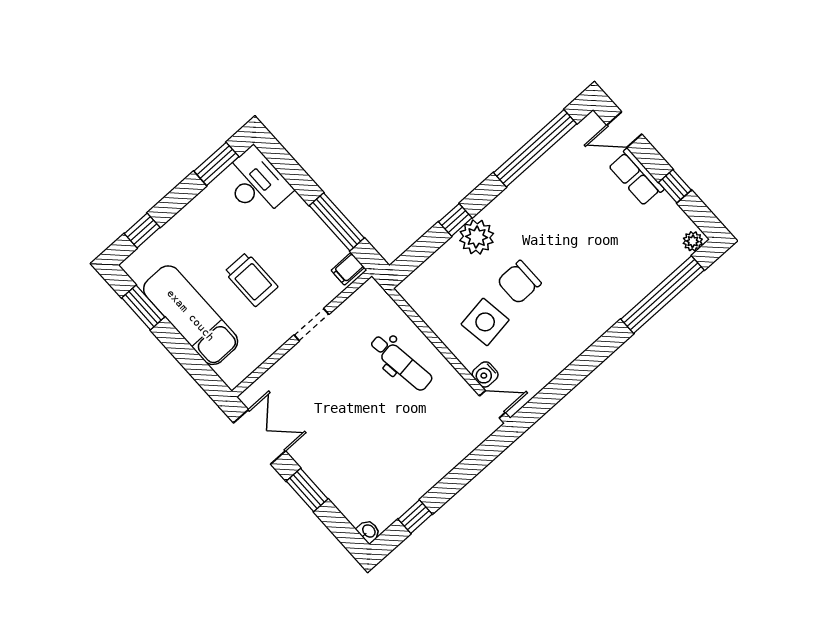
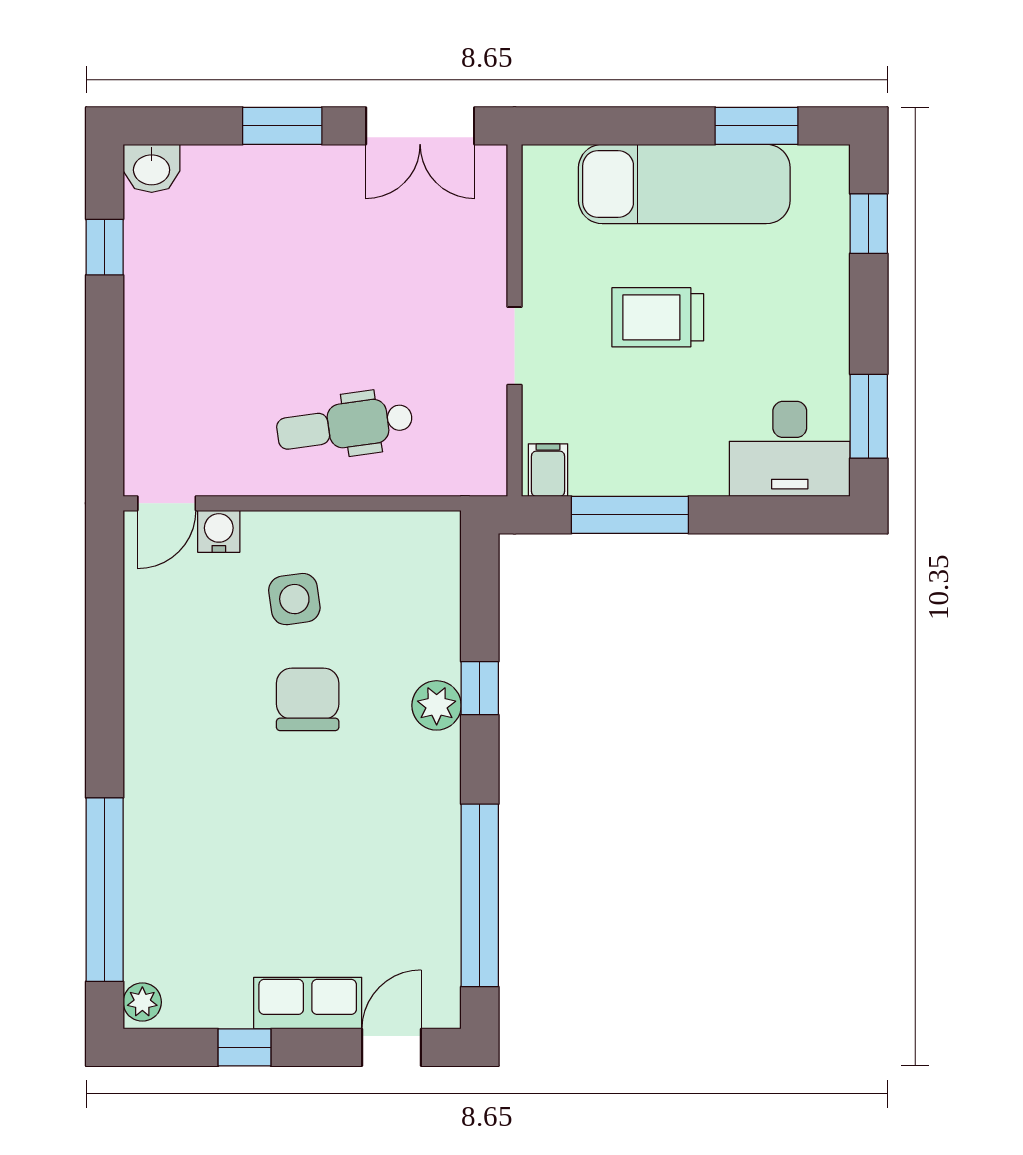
plant: (477, 237) -> (437, 705), width x0.73, depth x0.73
side table: (485, 322) -> (294, 599), width x0.73, depth x0.73
washbasin: (368, 531) -> (152, 168), width x1.38, depth x1.45

